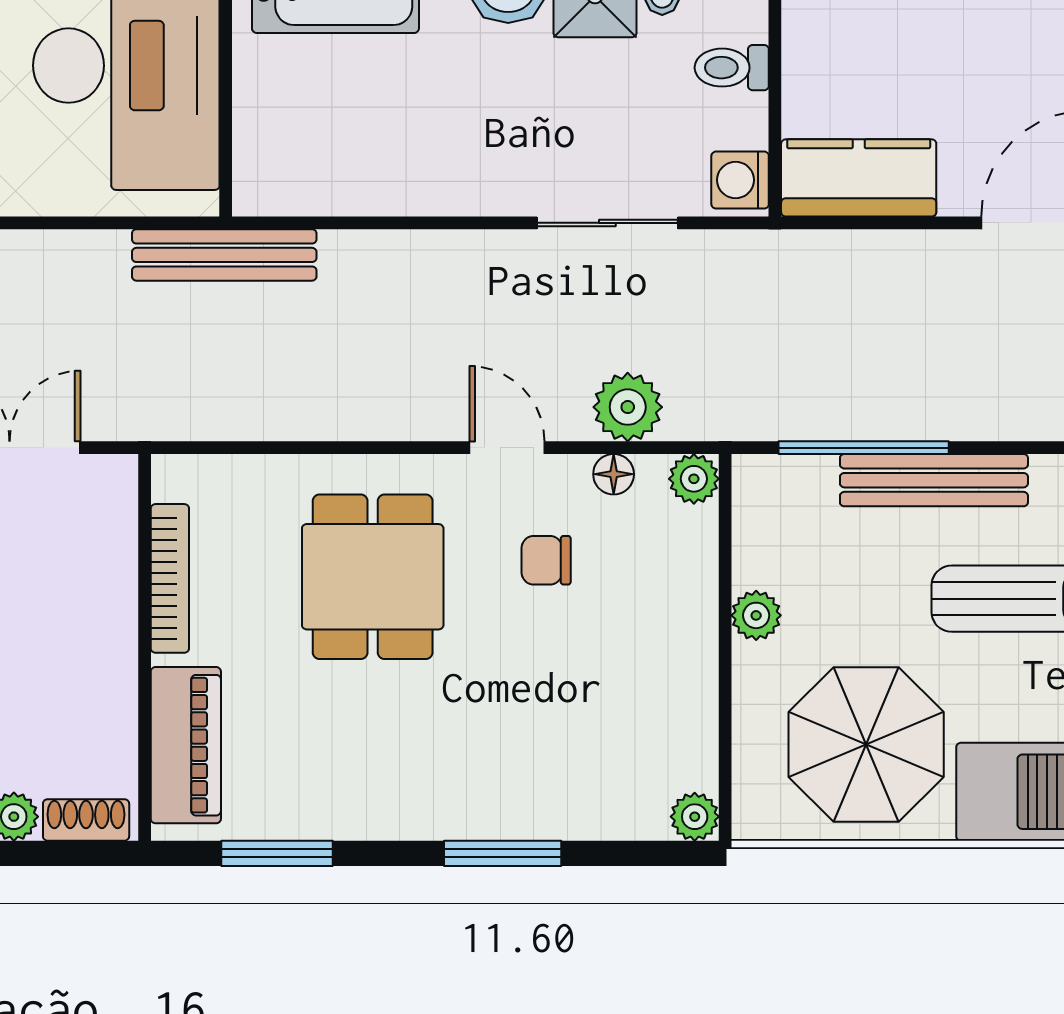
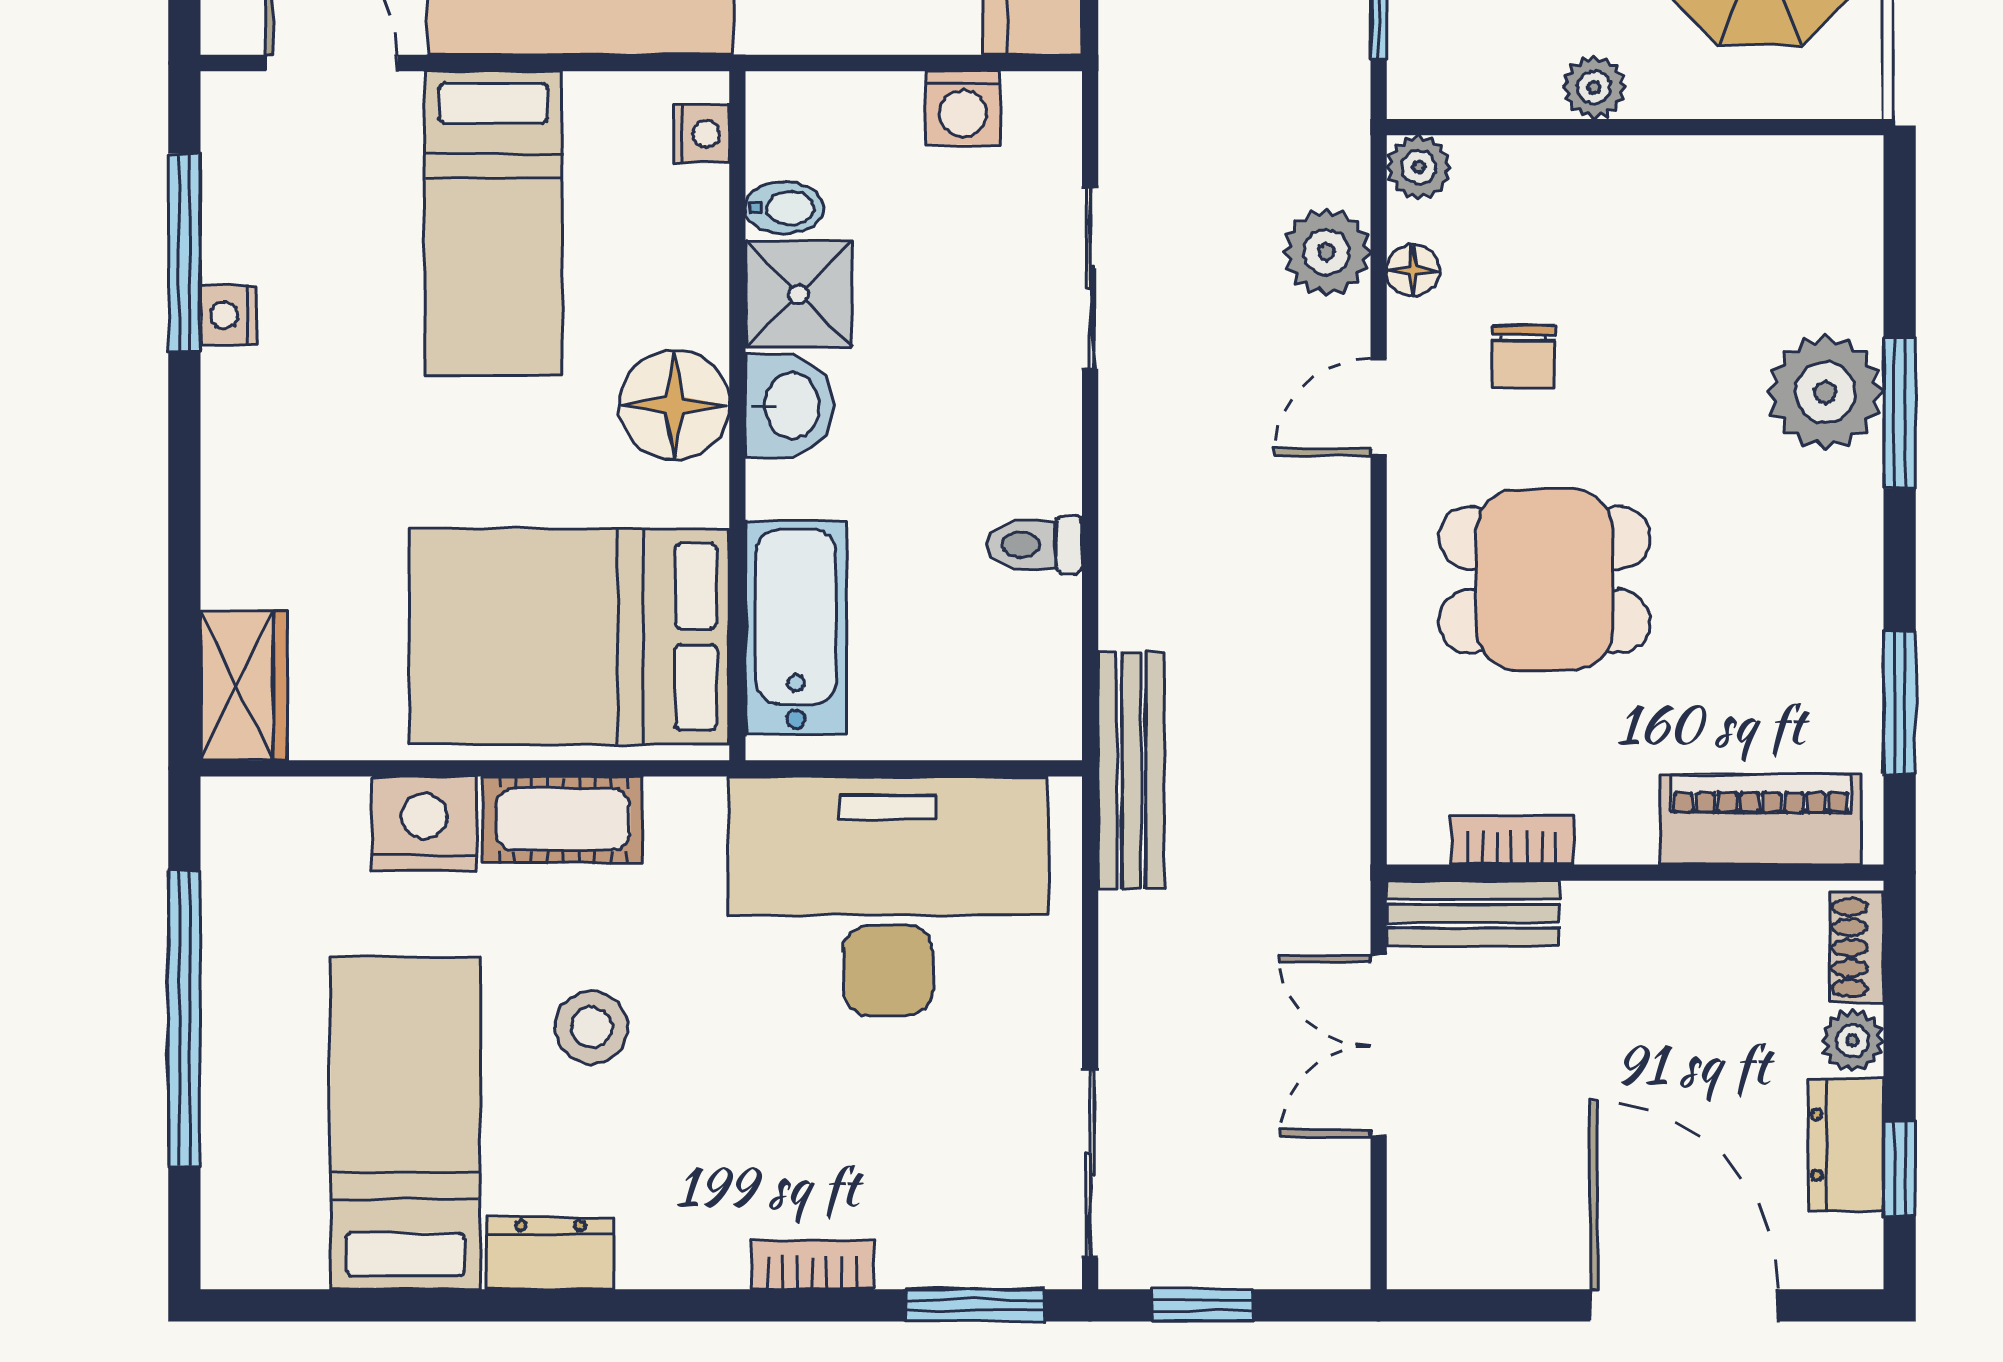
toilet: (732, 68) -> (1034, 545), moved, turned 90
washing machine: (740, 180) -> (963, 108), moved
bench: (113, 521) -> (1473, 913), added
bookcase: (170, 578) -> (1512, 840), width x0.64
plant: (695, 817) -> (1825, 392), moved, width x1.88, depth x1.88

